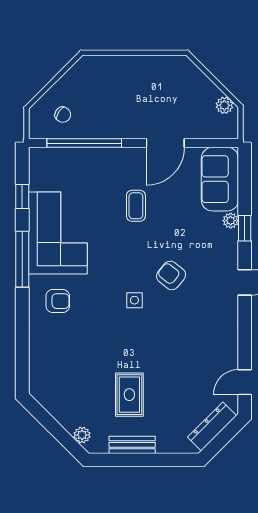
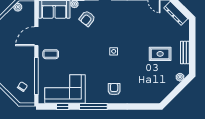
door: (165, 143) -> (36, 36), swing flipped
coffee table: (136, 206) -> (51, 54), moved
corner sofa: (58, 233) -> (65, 89), moved
armchair: (171, 275) -> (87, 18), moved

